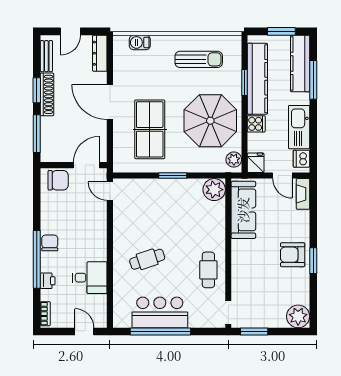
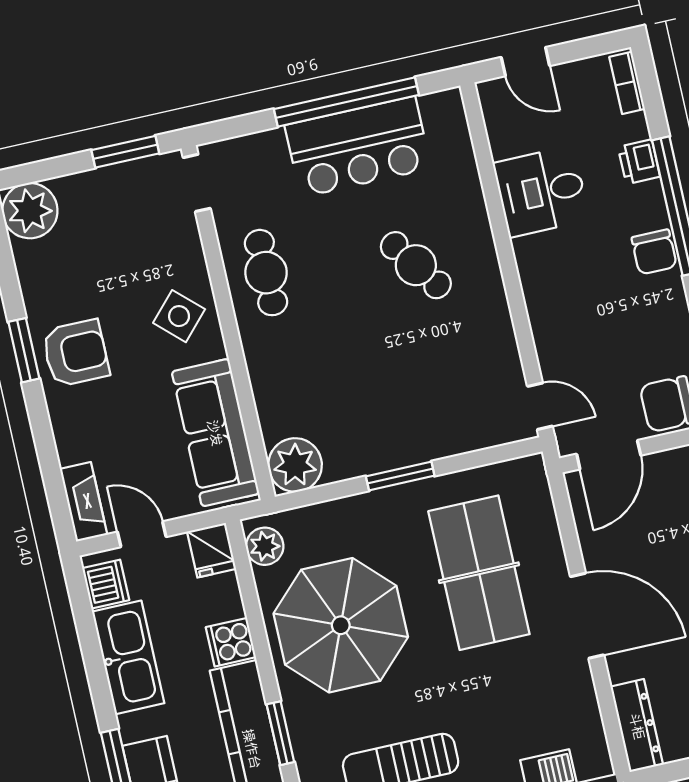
cafe table: (147, 259) -> (416, 265), turned 73
side table: (247, 260) -> (179, 316), added

